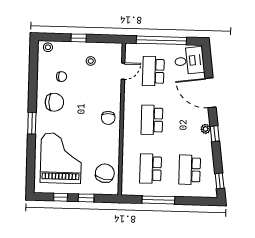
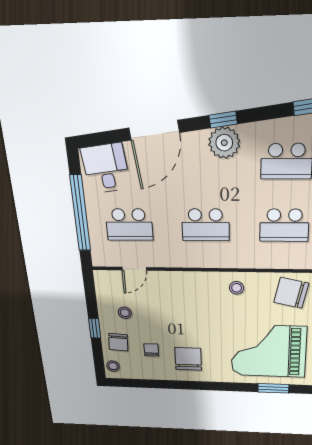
door: (123, 71) -> (134, 269), swing flipped
chair: (108, 118) -> (118, 342), moved, turned 94
window: (32, 123) -> (273, 388), moved
plant: (206, 129) -> (224, 143), width x1.87, depth x1.87
stool: (109, 138) -> (237, 288), added

